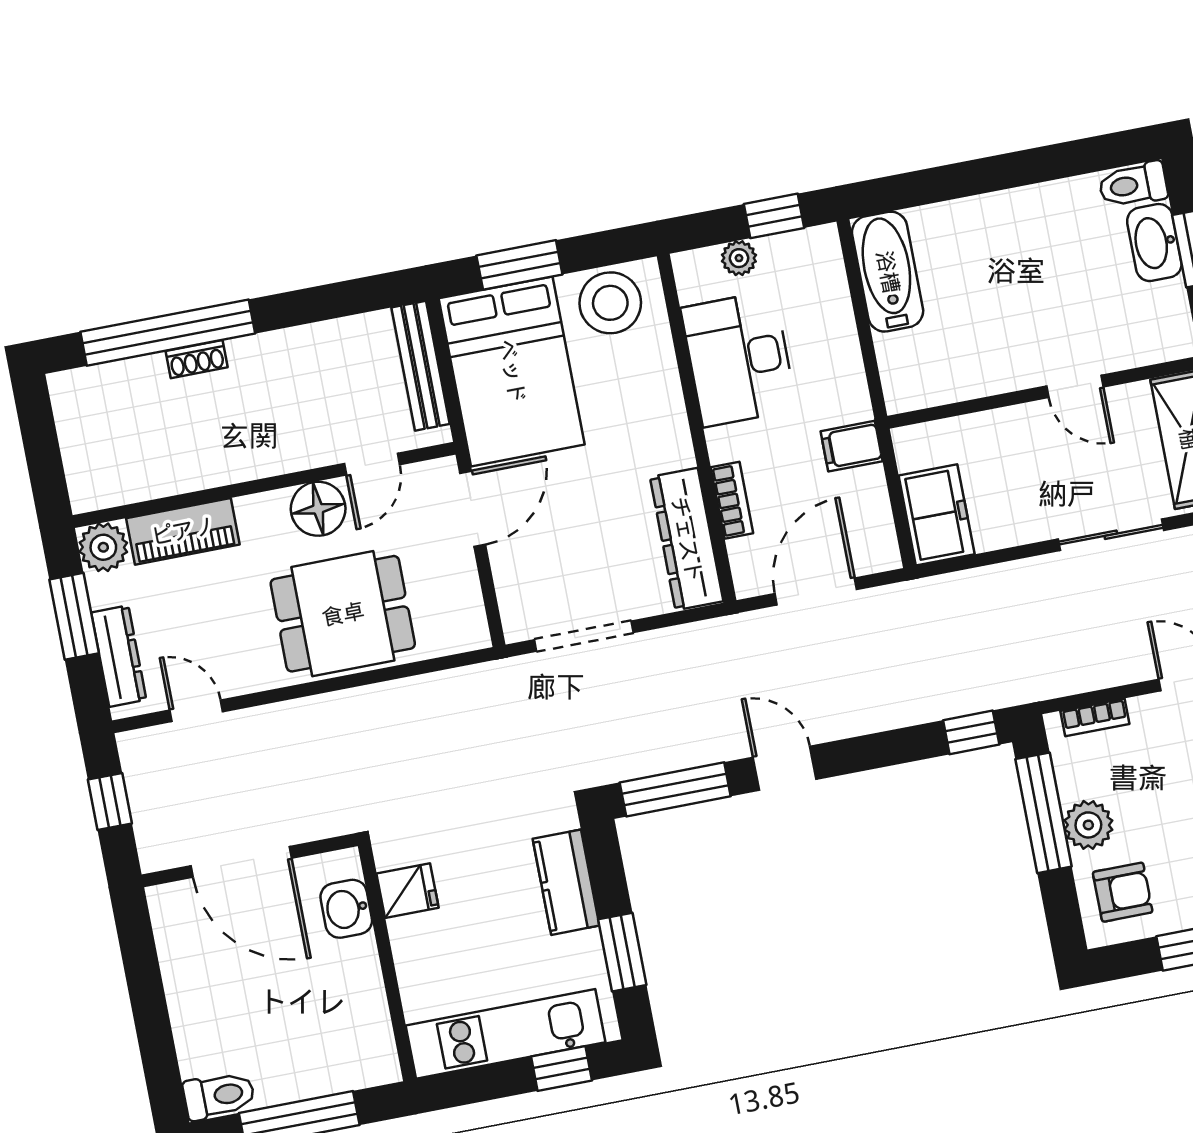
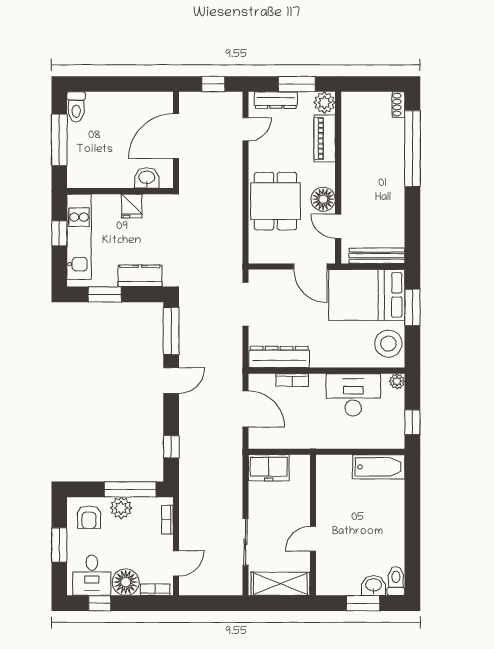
washbasin: (1154, 243) -> (374, 585), width x0.72
plant: (739, 258) -> (397, 381), moved
shoe rack: (197, 359) -> (398, 105), moved
filing cabinet: (852, 446) -> (306, 437), removed
window: (971, 732) -> (171, 447), moved
fridge: (407, 891) -> (132, 206), moved
window: (562, 1069) -> (59, 233), moved

